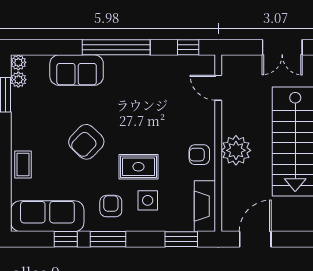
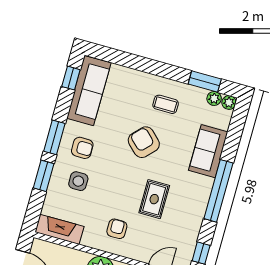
armchair: (199, 155) -> (117, 229), moved
coffee table: (23, 165) -> (166, 104), moved
rug: (138, 167) -> (154, 199), moved
window: (66, 239) -> (71, 78), moved
window: (181, 239) -> (44, 176), moved

